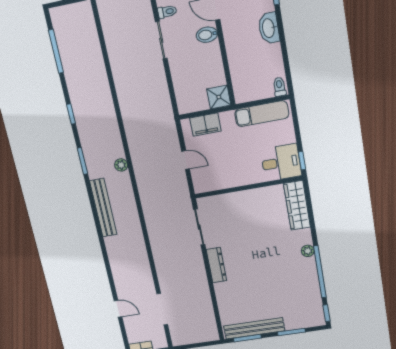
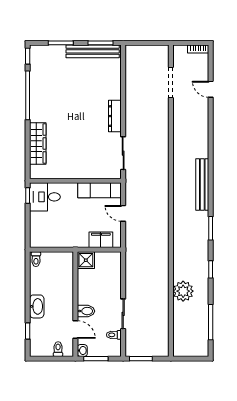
exam couch: (262, 114) -> (100, 190), moved, turned 180
plant: (121, 165) -> (183, 291), moved, width x1.88, depth x1.88
wardrobe: (297, 205) -> (38, 143), moved
plant: (308, 251) -> (35, 116), removed

